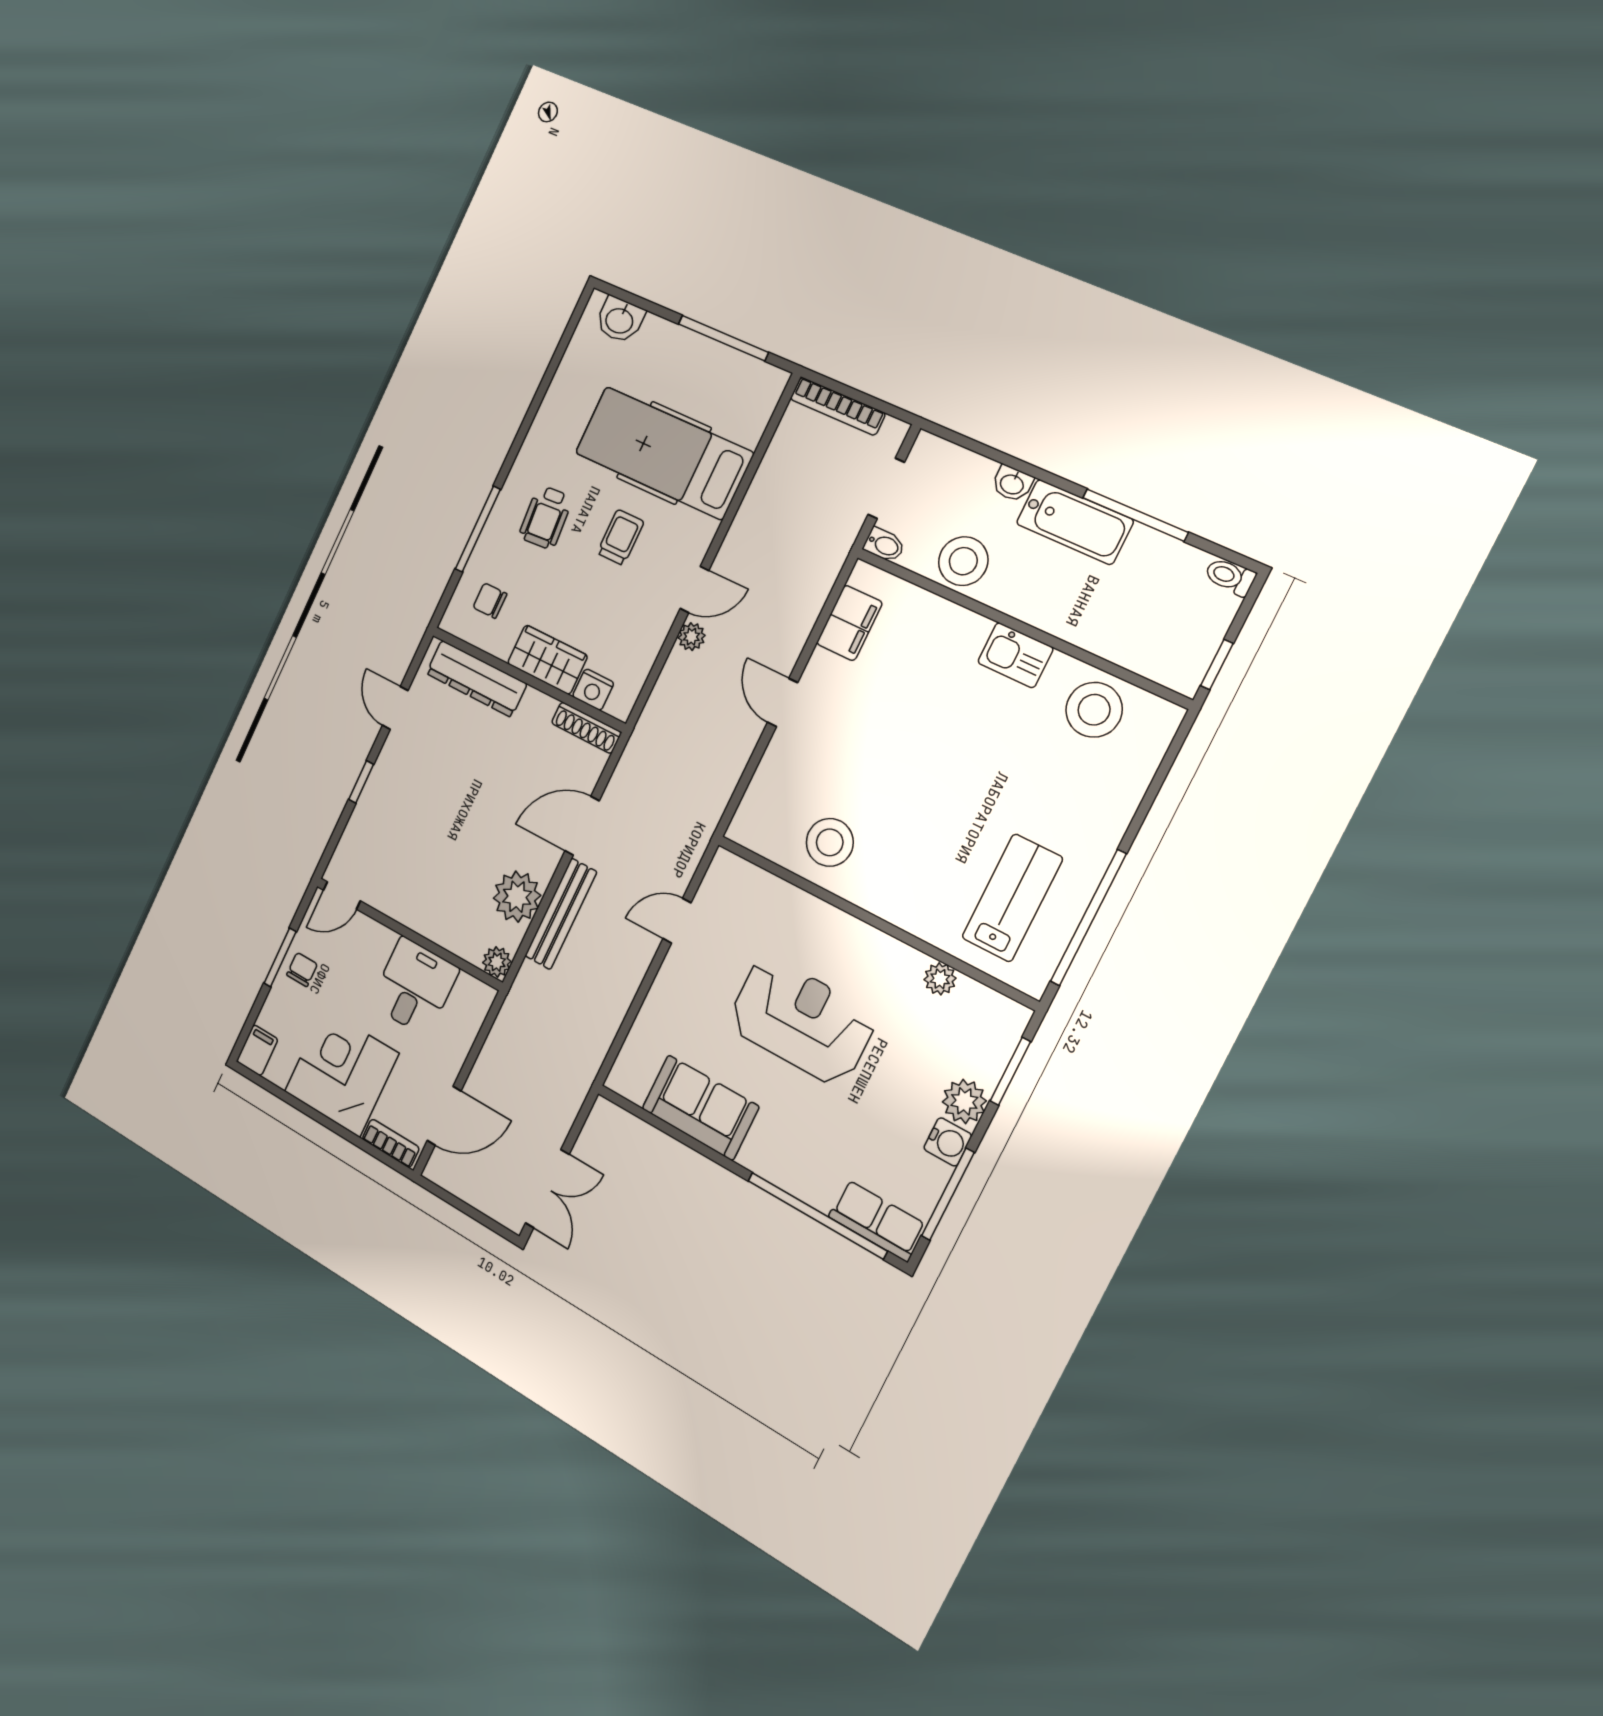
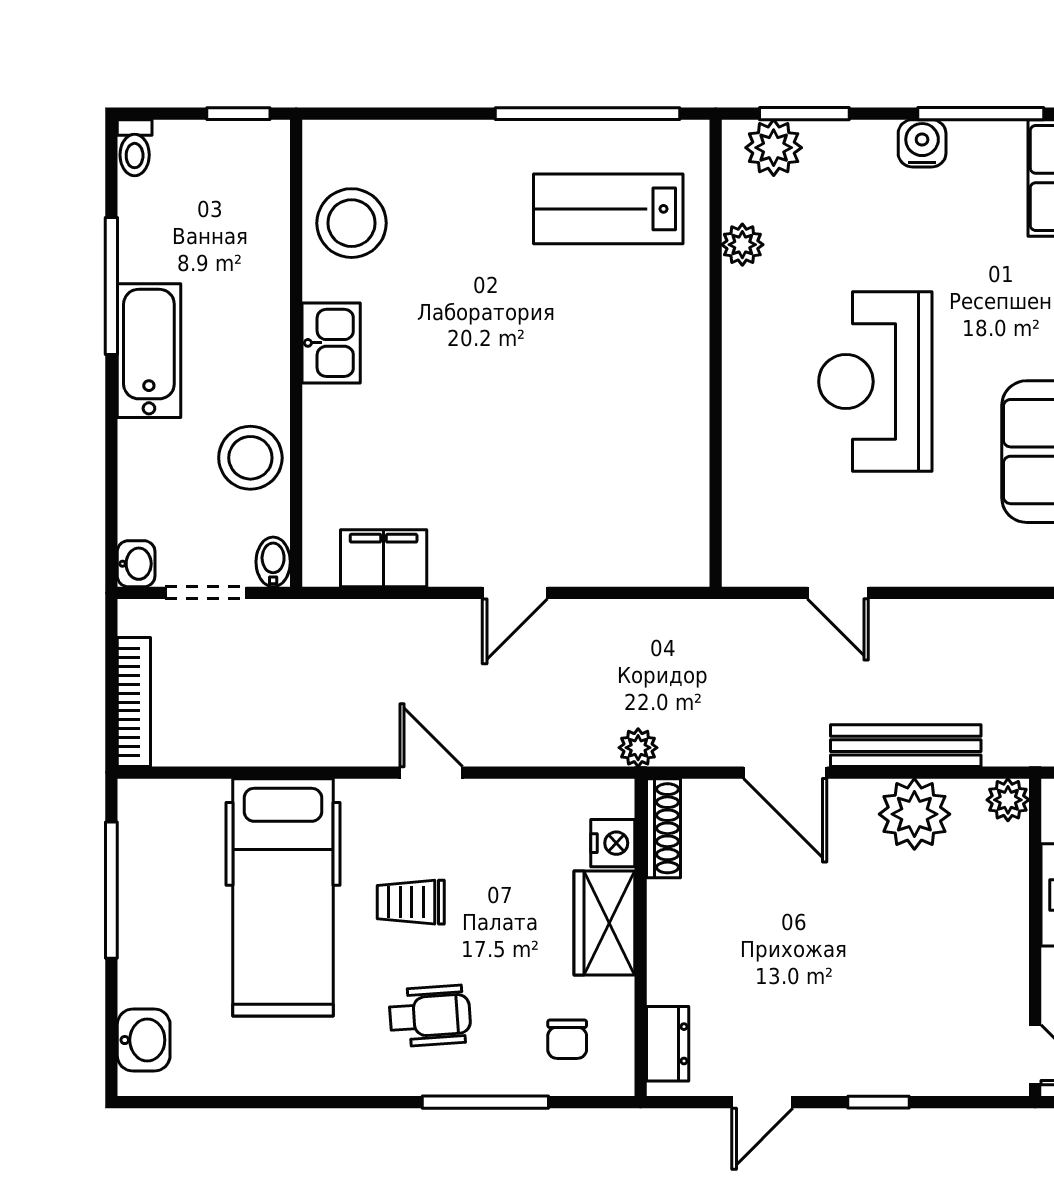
washbasin: (1012, 484) -> (136, 564), moved
plant: (692, 637) -> (638, 748), moved
dresser: (476, 679) -> (668, 1044), width x0.51, depth x0.80
stool: (830, 842) -> (651, 453), removed
plant: (964, 1101) -> (774, 148), moved

